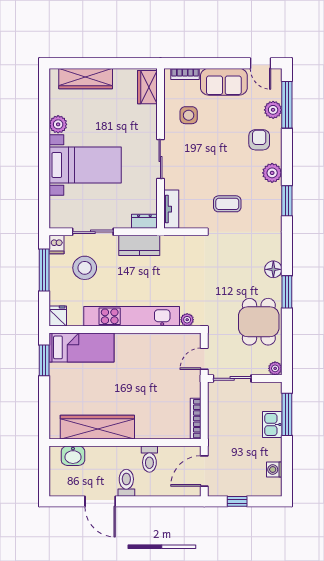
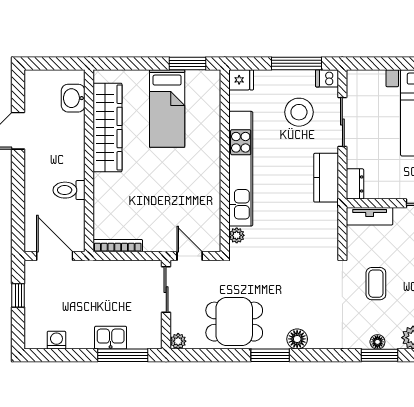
floor lamp: (276, 203) -> (377, 342), added
bed: (82, 347) -> (167, 108), moved
toilet: (126, 483) -> (40, 162), removed

